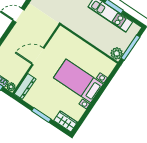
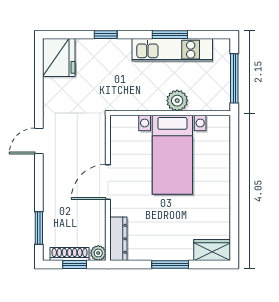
plant: (117, 53) -> (177, 101), moved
bed with nightstands: (78, 81) -> (172, 155), moved, turned -90

